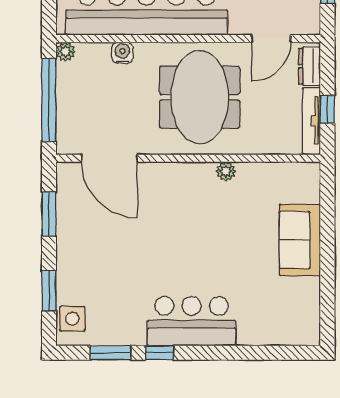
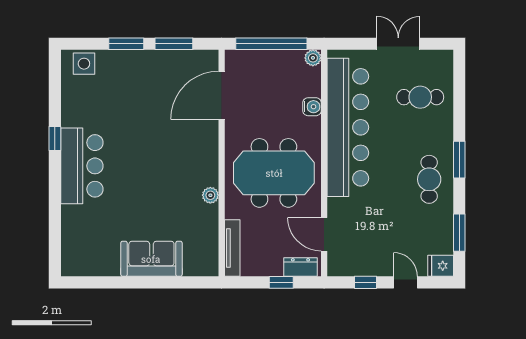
window: (327, 109) -> (281, 282), moved
tv unit: (311, 121) -> (232, 248), moved, turned 90
window: (49, 291) -> (126, 44), moved
window: (111, 353) -> (55, 96), removed

